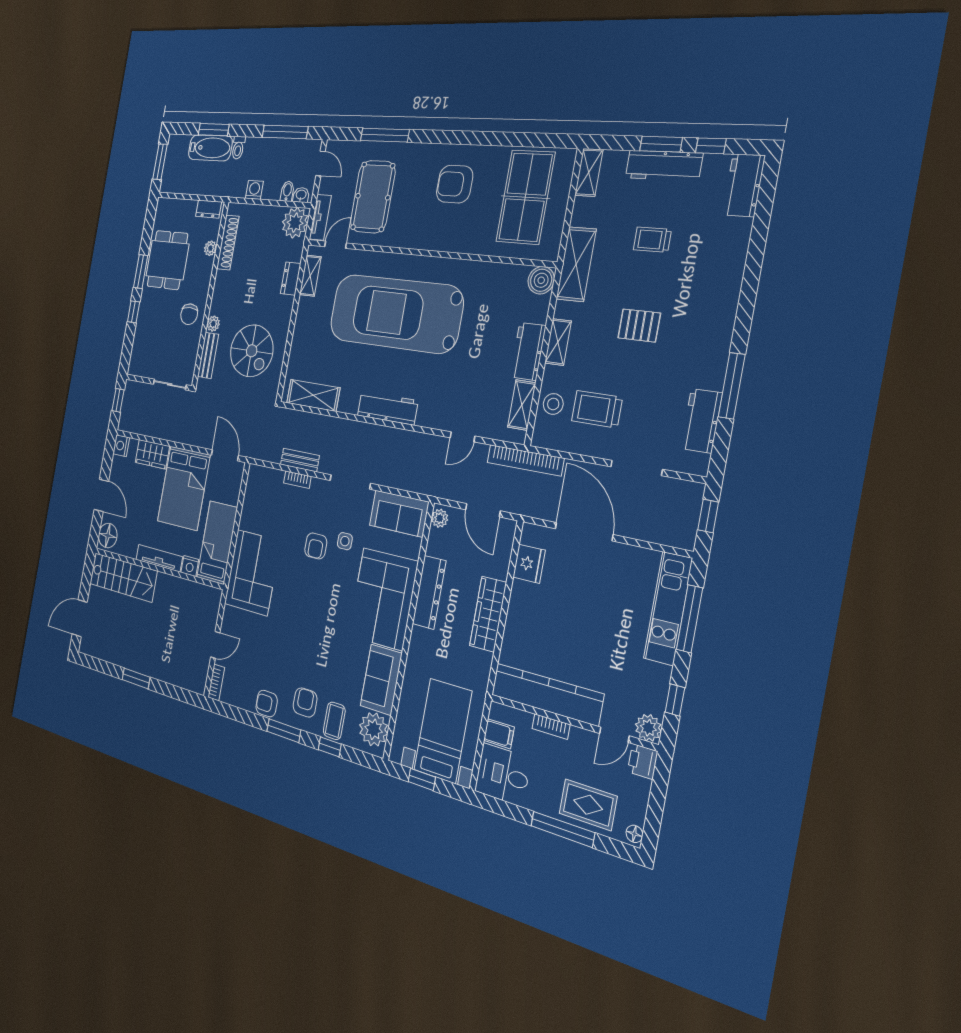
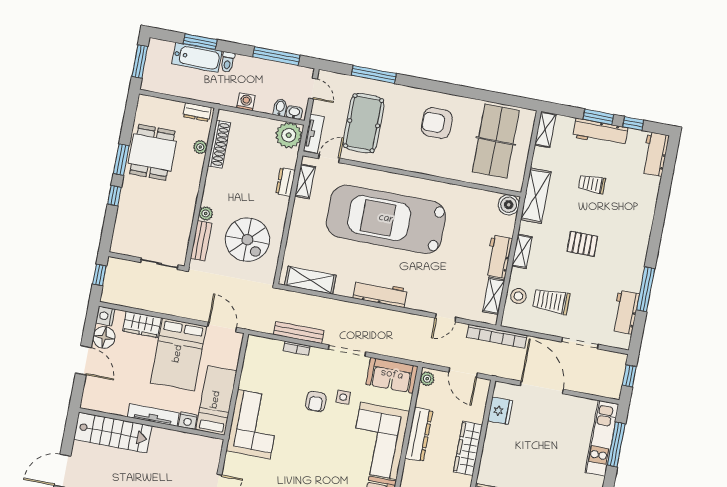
chair: (189, 314) -> (179, 203), removed
bench: (300, 460) -> (299, 332), width x1.36
floor lamp: (108, 536) -> (104, 337), moved

